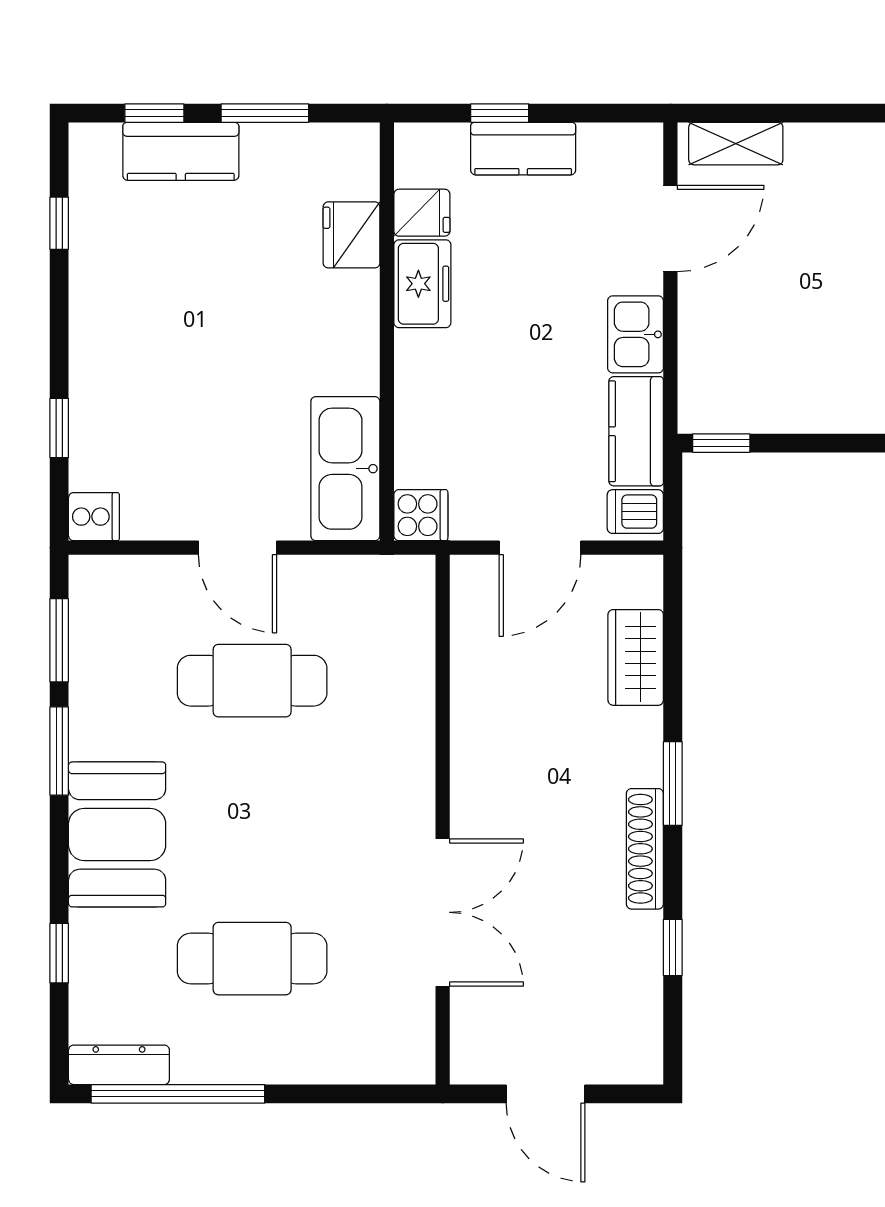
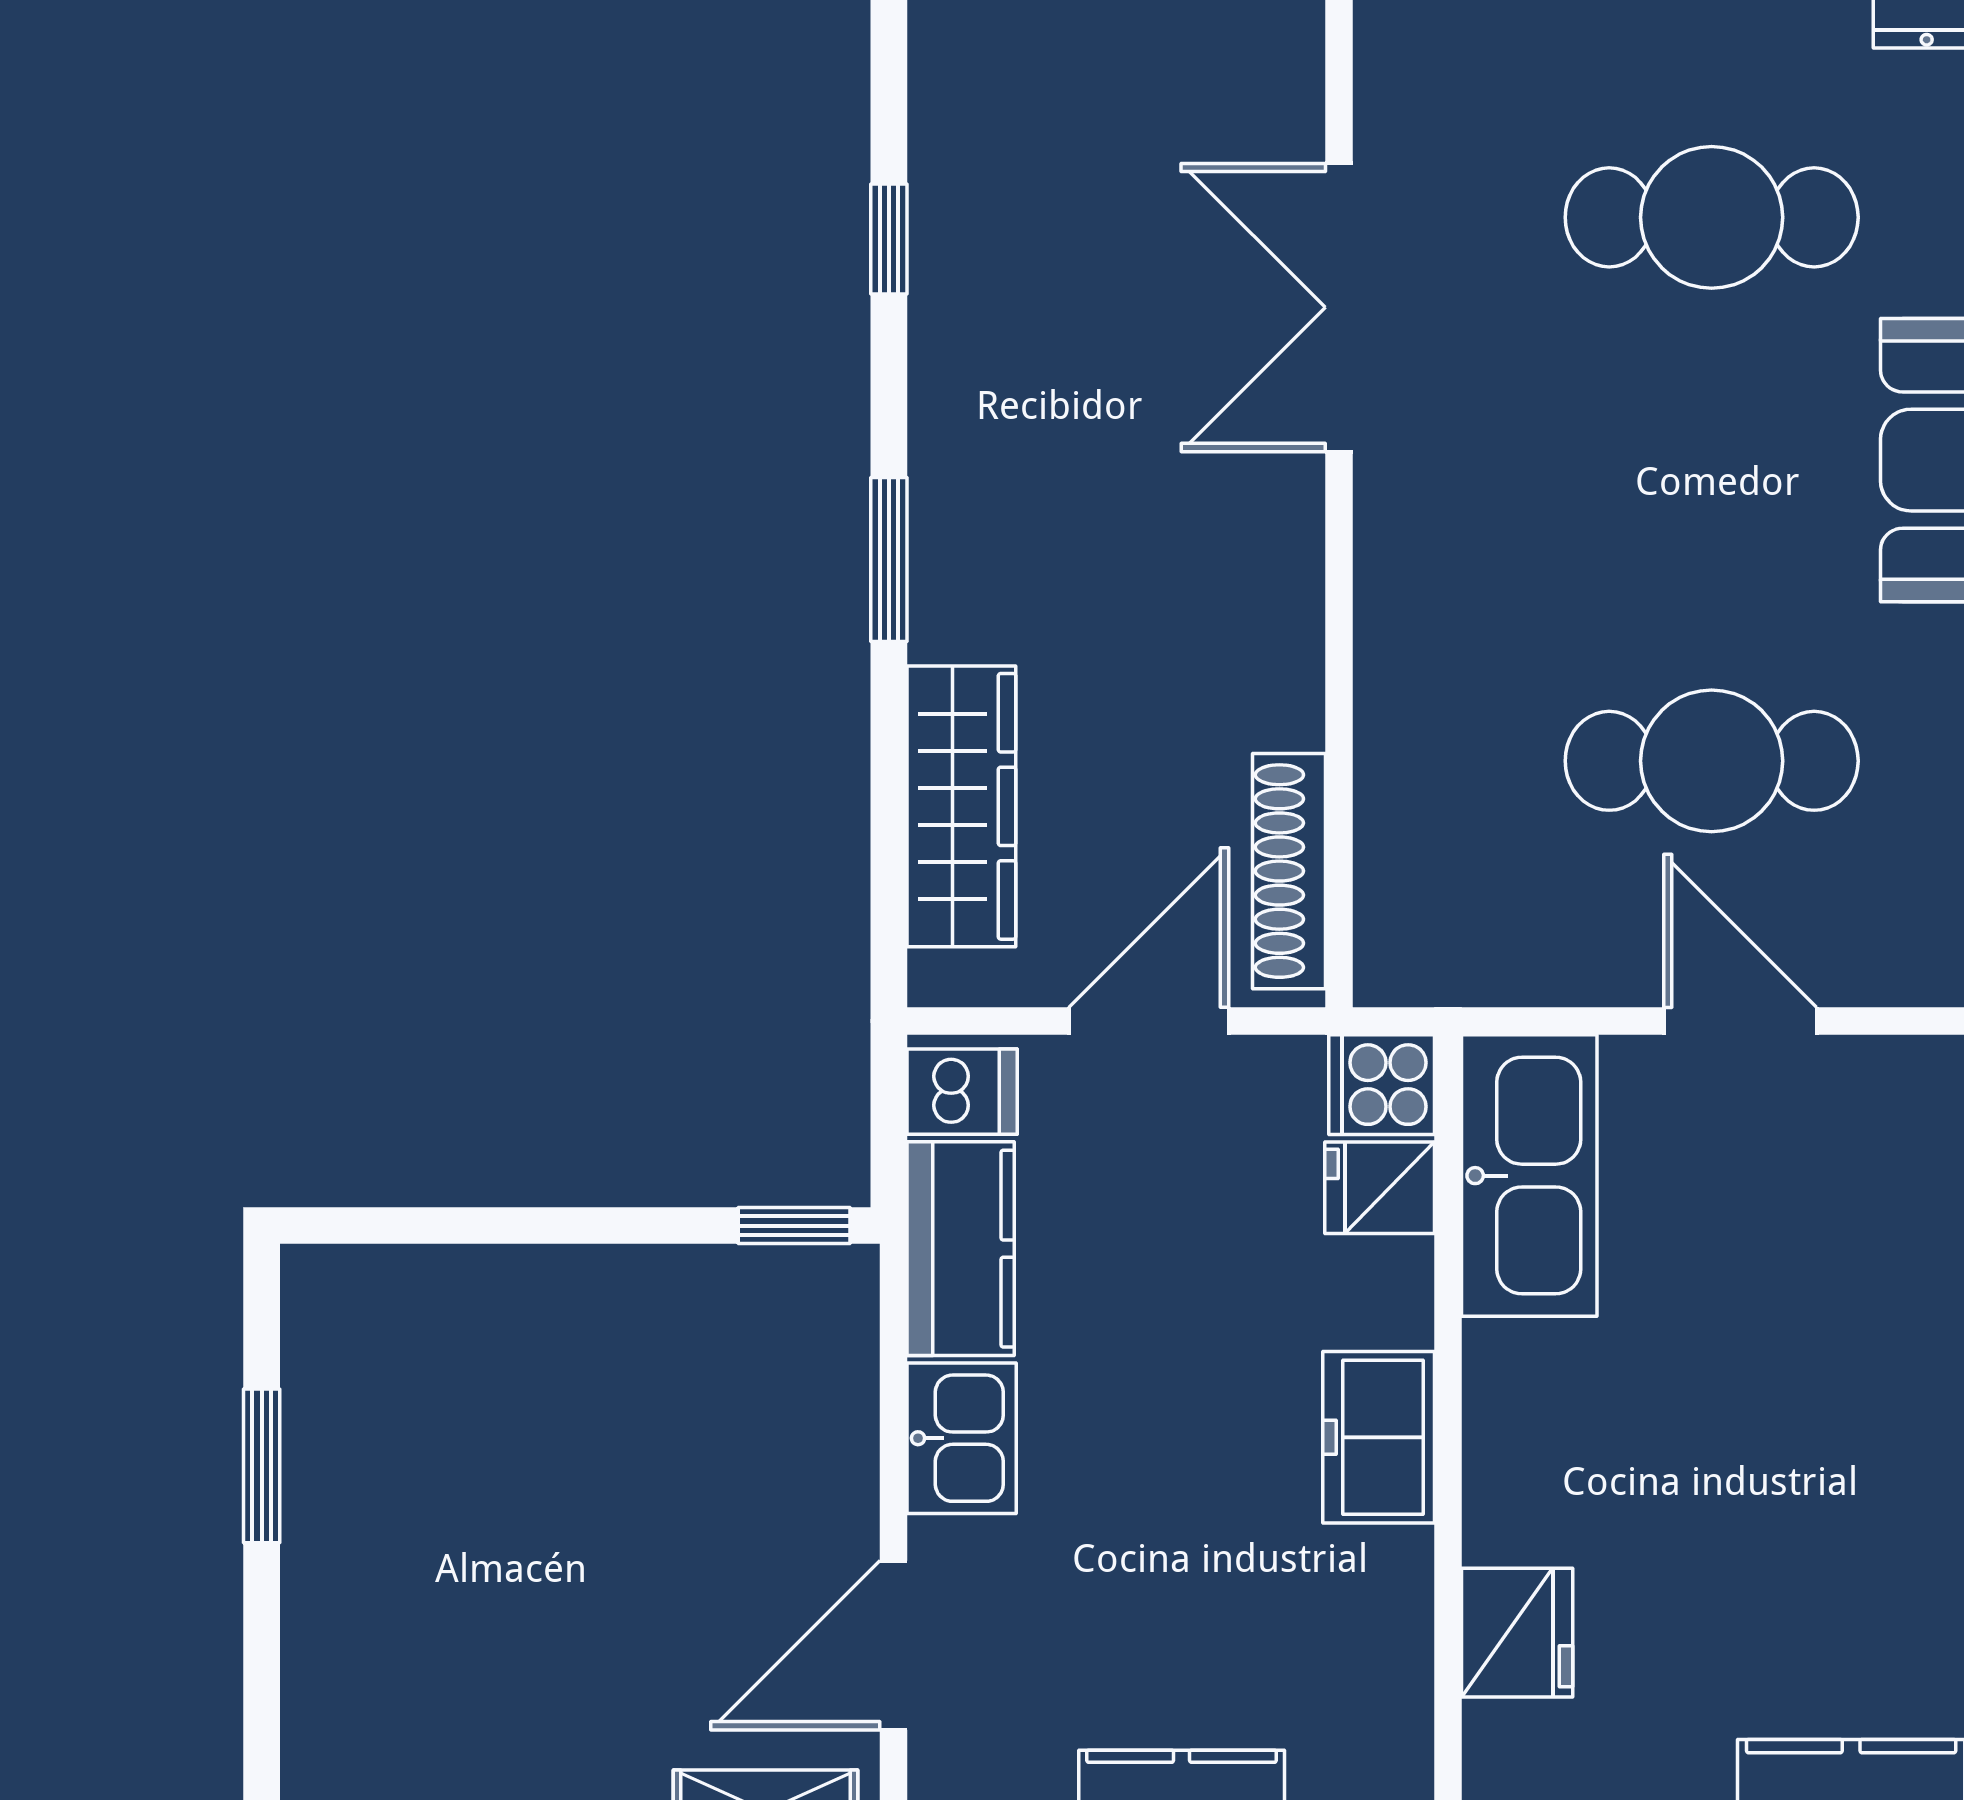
fridge: (422, 213) -> (1380, 1188), moved
freezer: (422, 284) -> (1379, 1437), moved
wardrobe: (636, 657) -> (961, 806), width x1.50
shoe rack: (645, 849) -> (1289, 871), moved, turned 180

